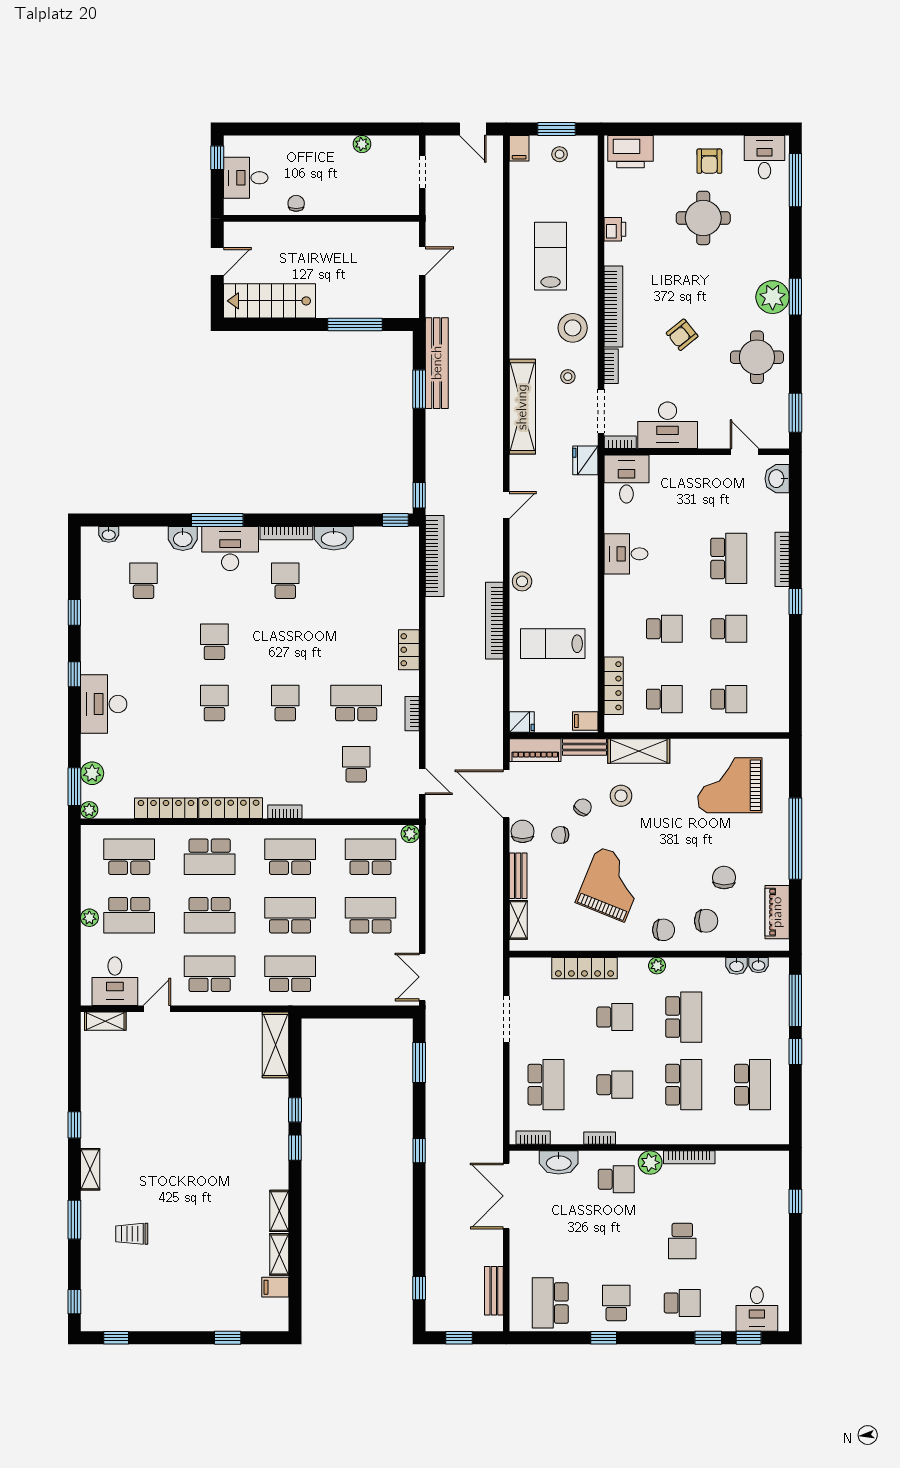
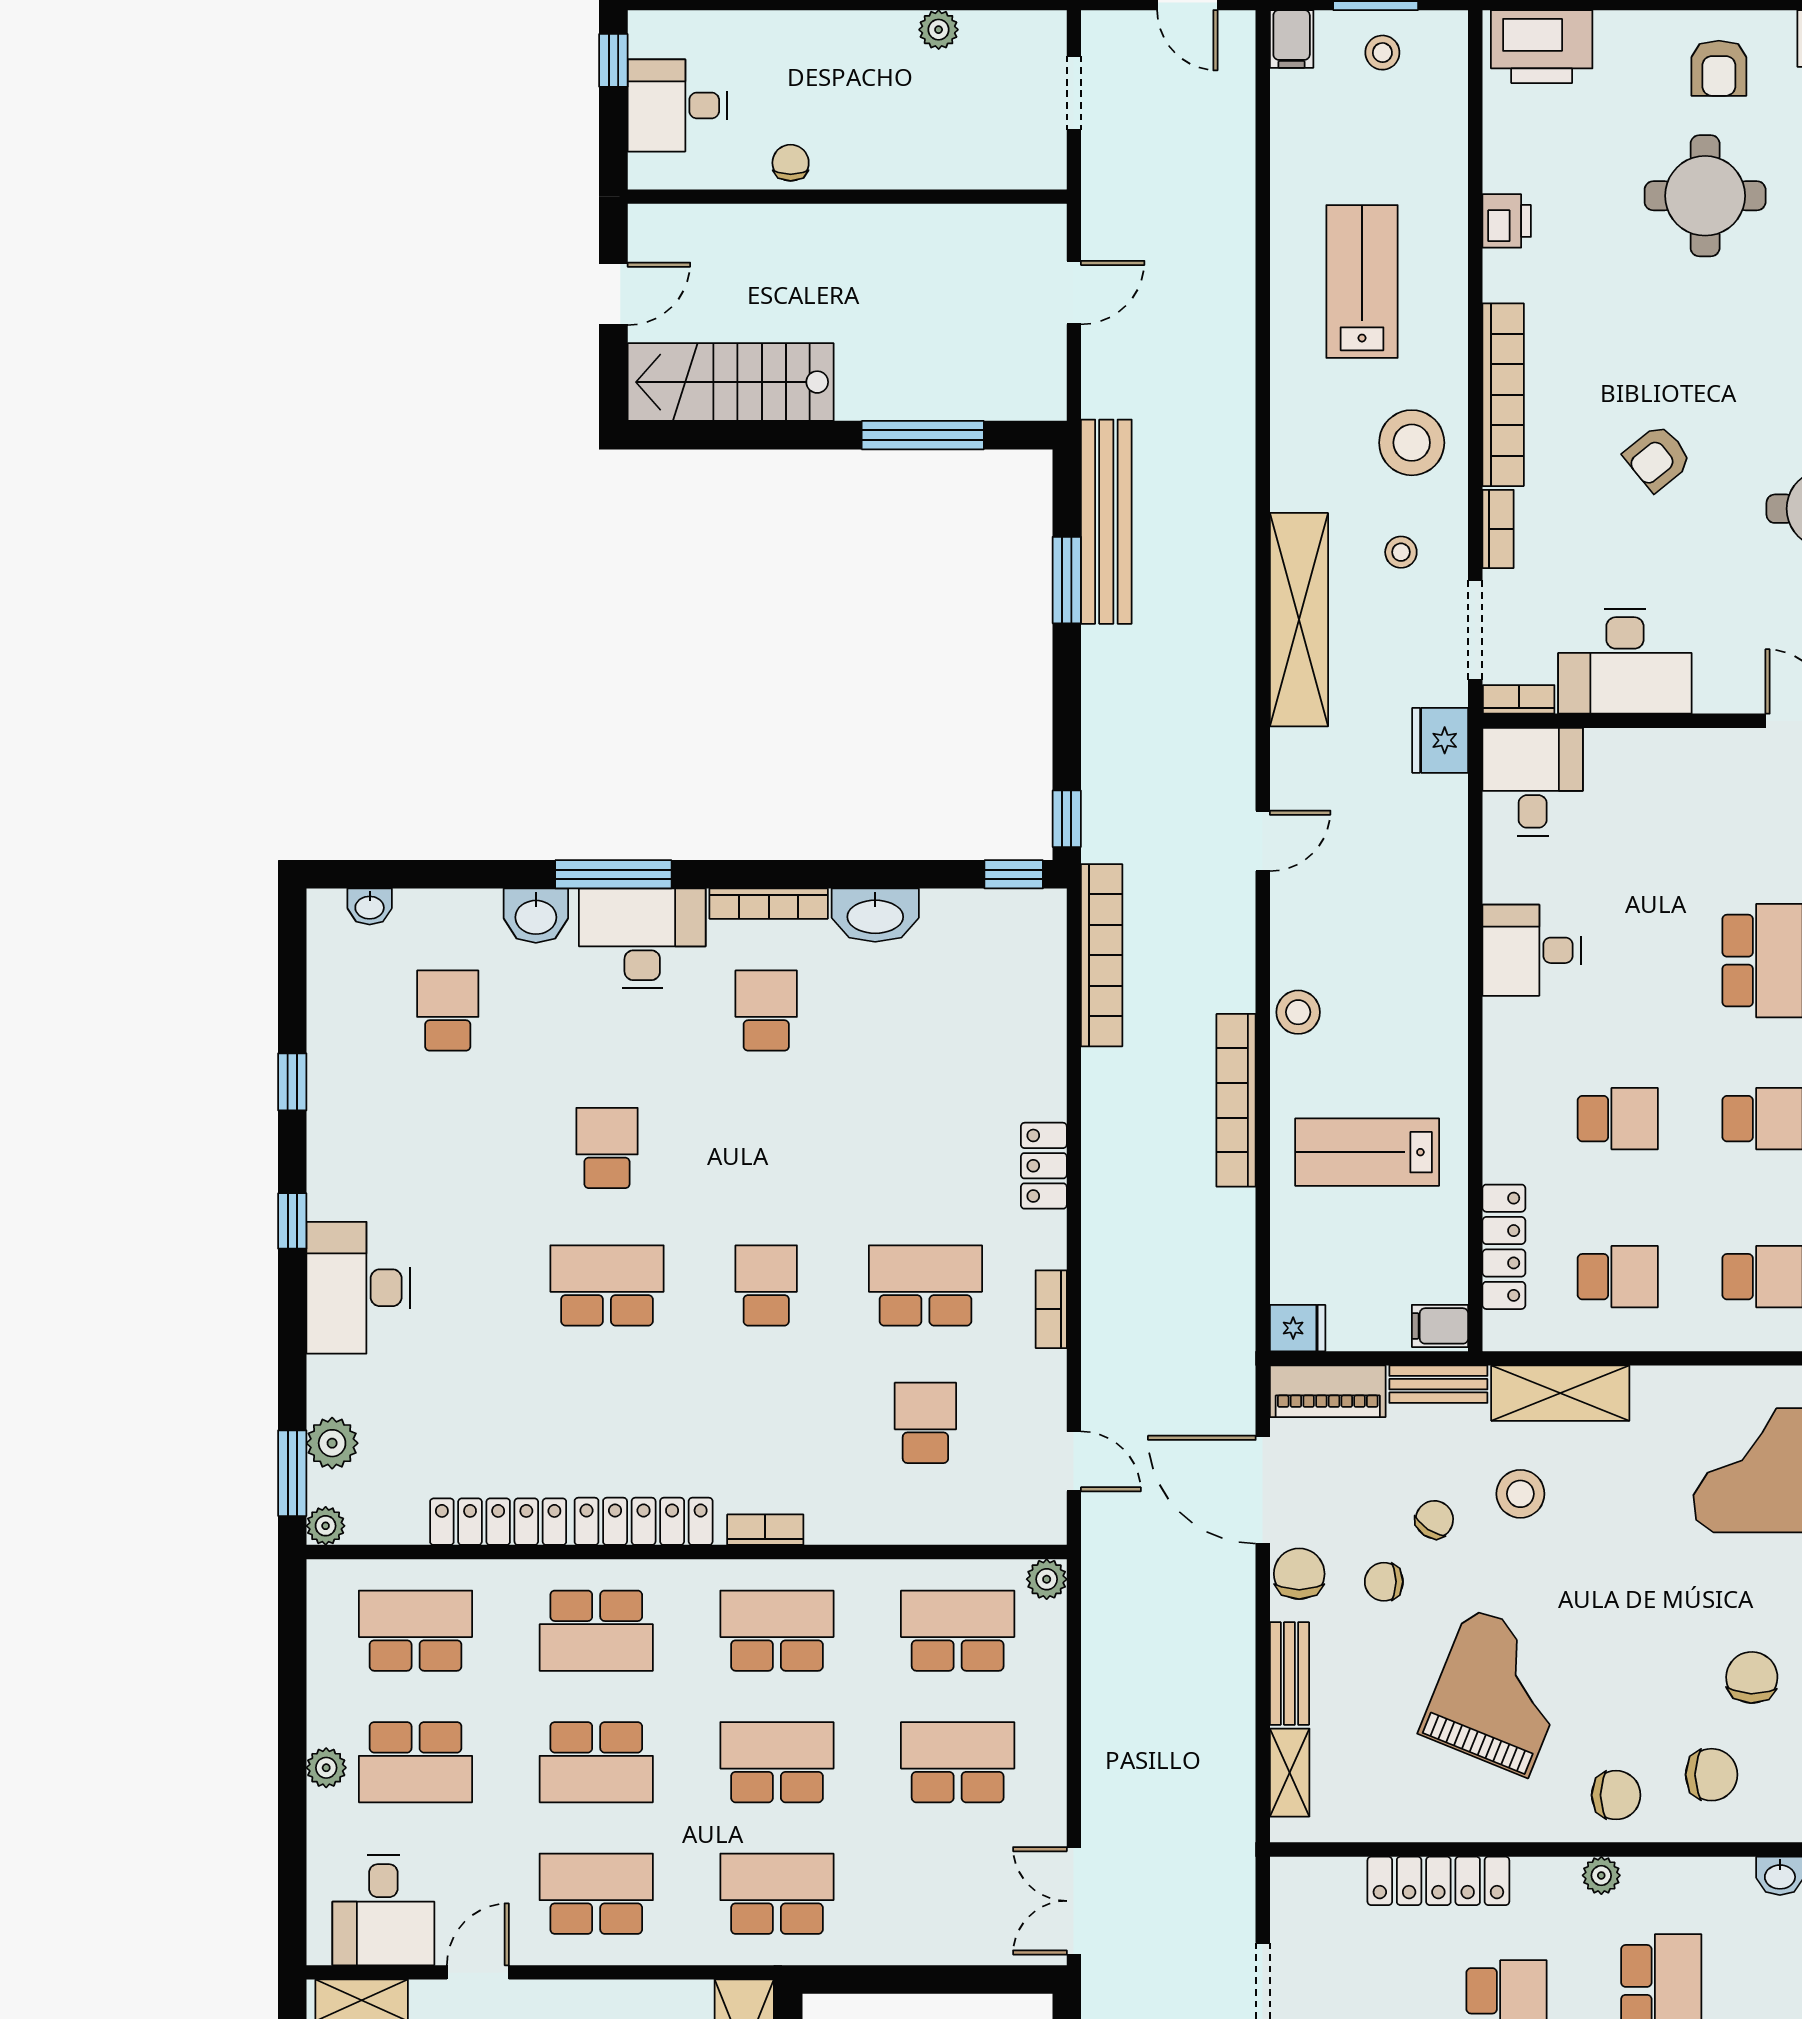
school desk: (214, 703) -> (607, 1285), width x1.85

